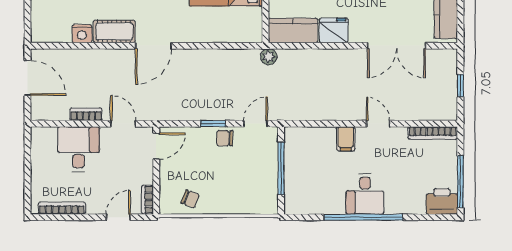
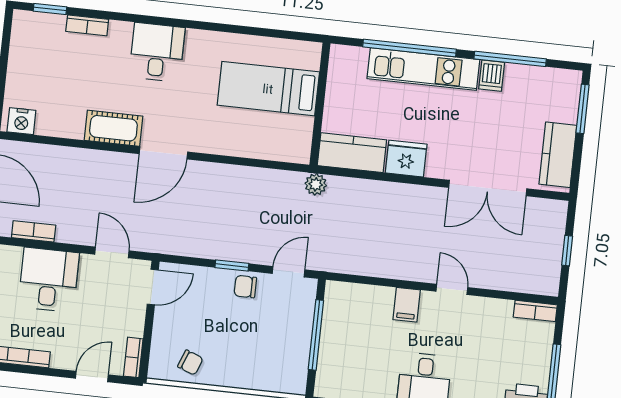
nightstand: (82, 34) -> (21, 121), moved
bookcase: (86, 114) -> (34, 231), moved
bookcase: (433, 133) -> (535, 311), width x0.64

